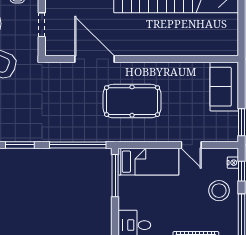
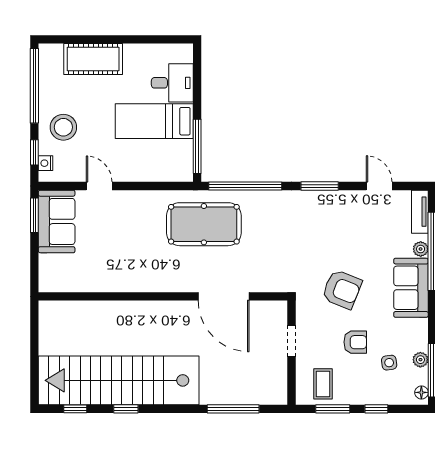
sofa: (224, 87) -> (57, 221), moved
pool table: (132, 101) -> (204, 224), moved
bed: (148, 162) -> (154, 121), moved

